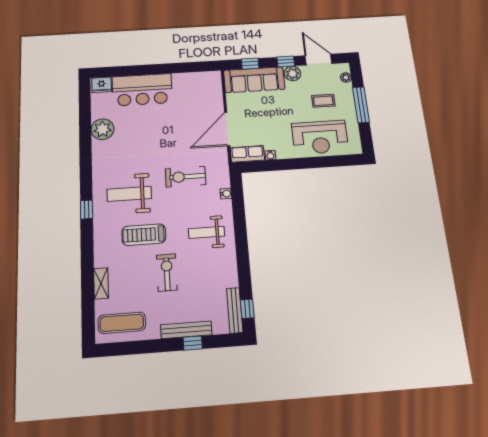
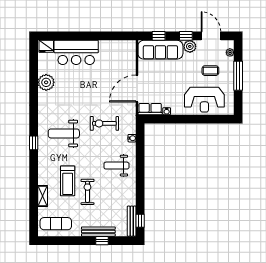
treadmill: (144, 235) -> (68, 181), moved, turned -90

